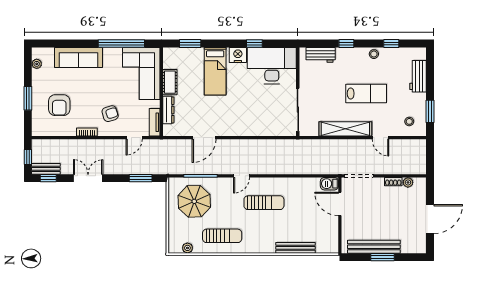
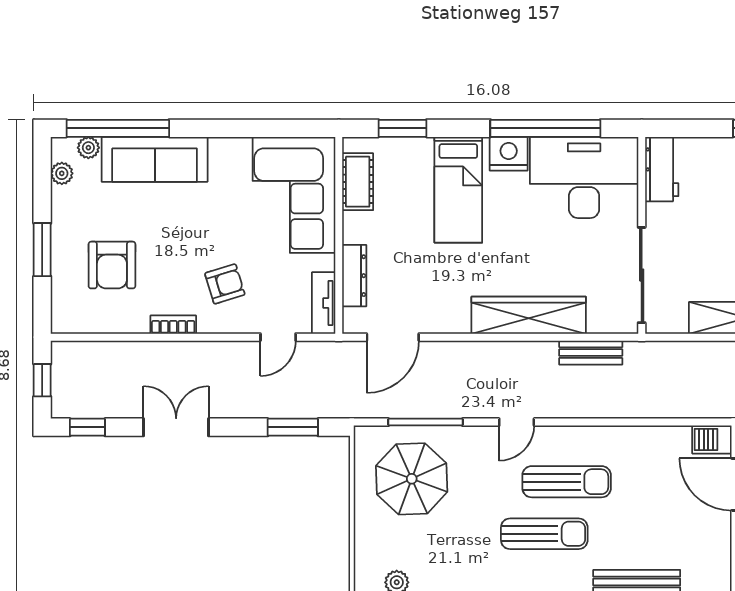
window: (121, 44) -> (118, 128), moved
window: (254, 44) -> (545, 128), width x3.17
plant: (49, 52) -> (88, 148), added
workbench: (321, 55) -> (662, 169), moved, turned -90
cot: (170, 82) -> (358, 182), moved
wardrobe: (247, 128) -> (529, 315), added
door: (204, 138) -> (393, 337), moved
bench: (46, 169) -> (591, 353), moved
sun lounger: (222, 236) -> (544, 534), moved

